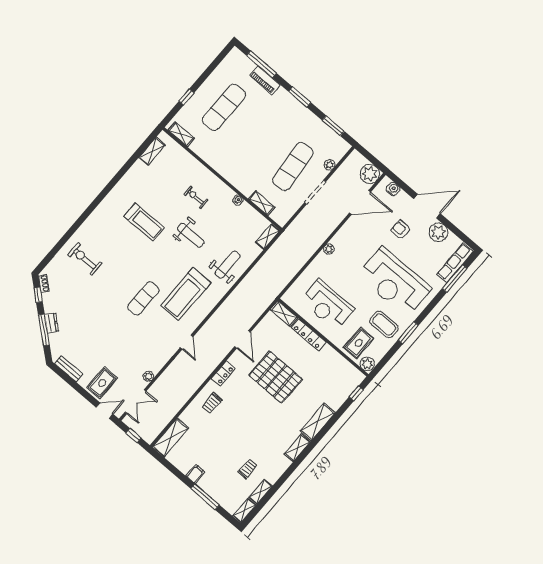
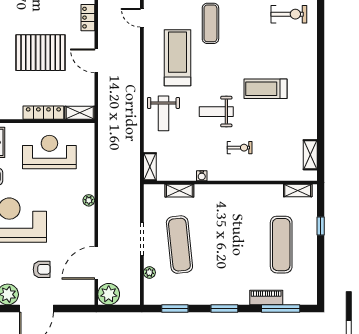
water cooler: (393, 189) -> (78, 298), removed

